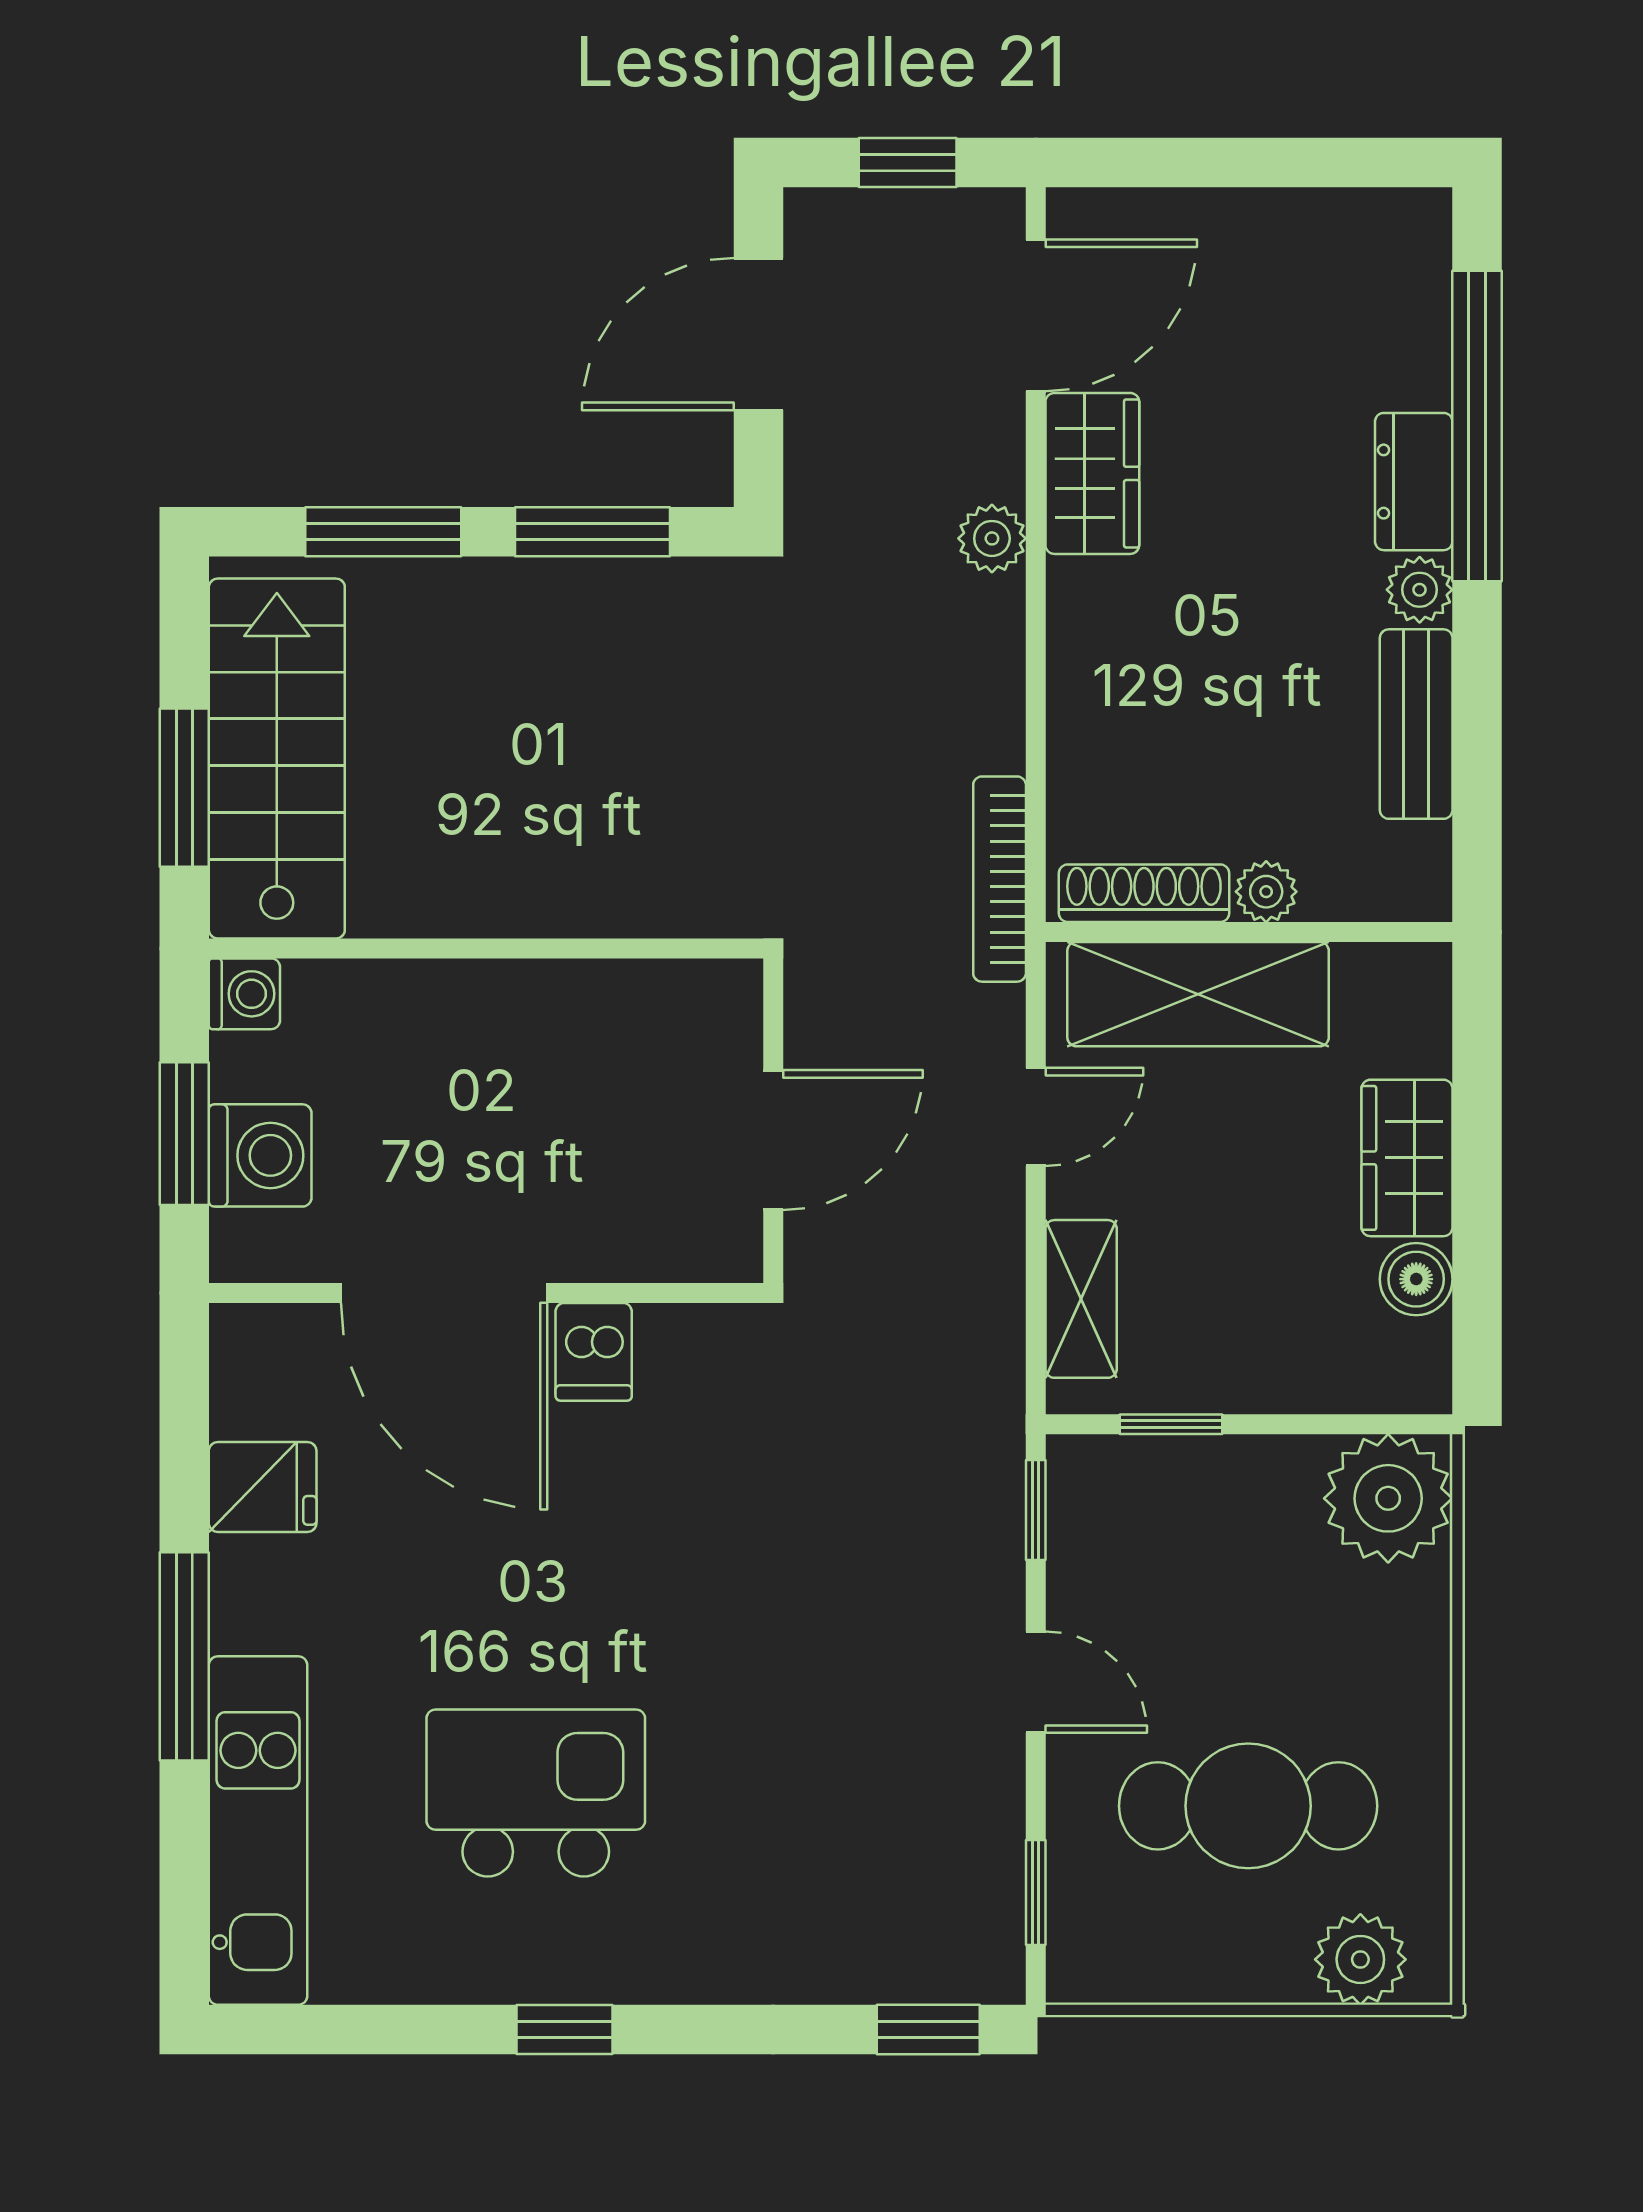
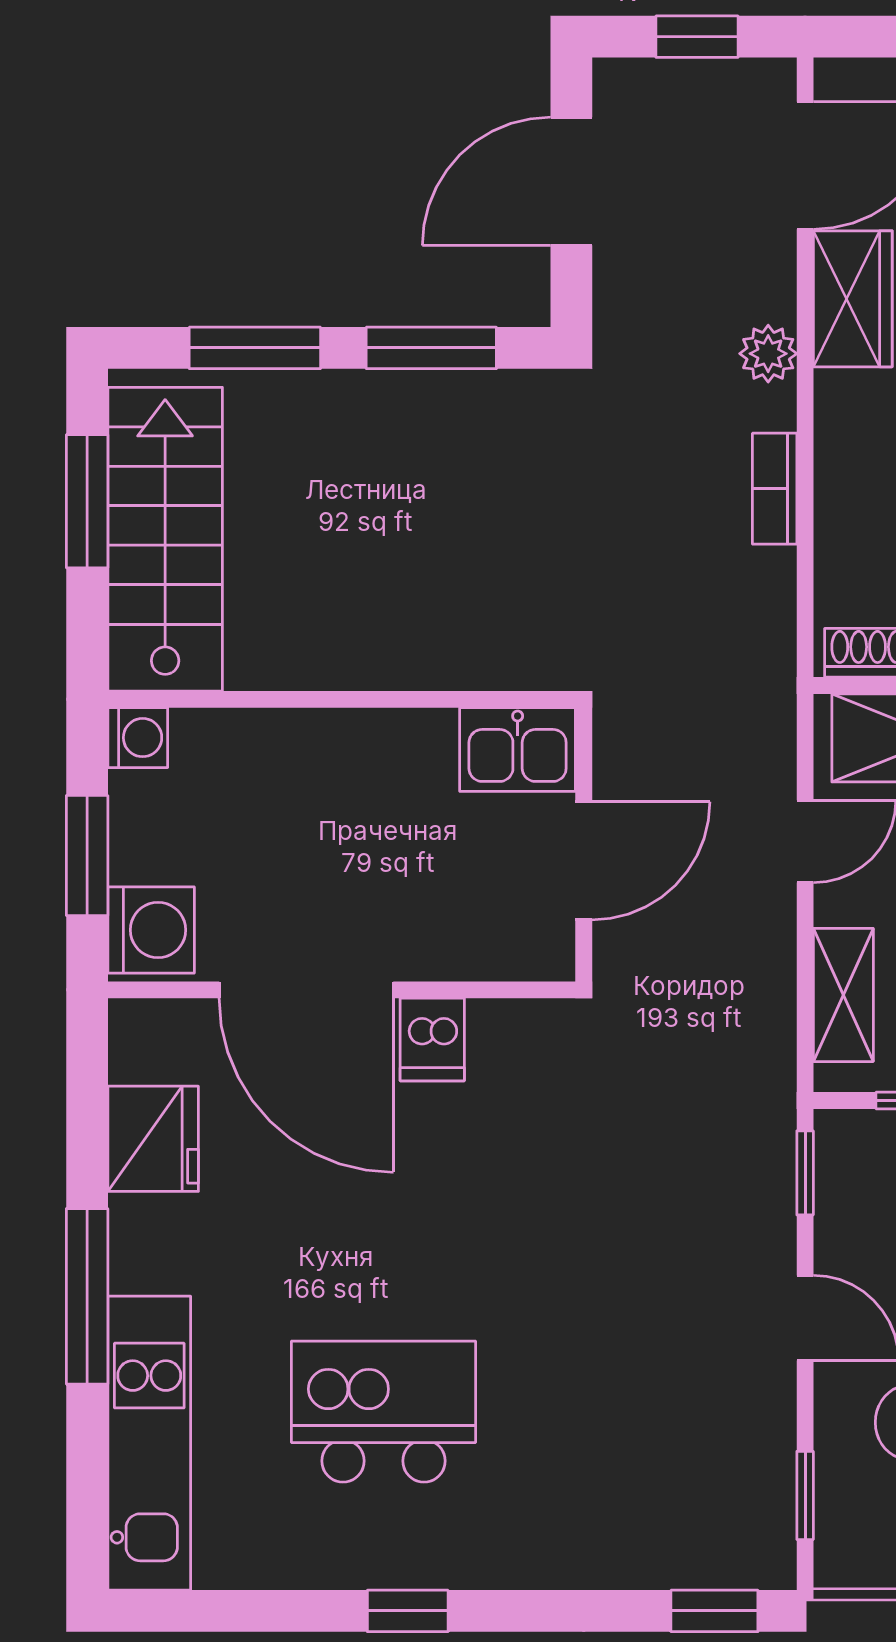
window: (184, 788) -> (87, 501), moved
bookcase: (1000, 879) -> (775, 489), moved, width x0.64
kitchen sink: (695, 1008) -> (518, 750), added
washing machine: (260, 1155) -> (151, 930), moved
fridge: (263, 1487) -> (153, 1139), width x1.38

